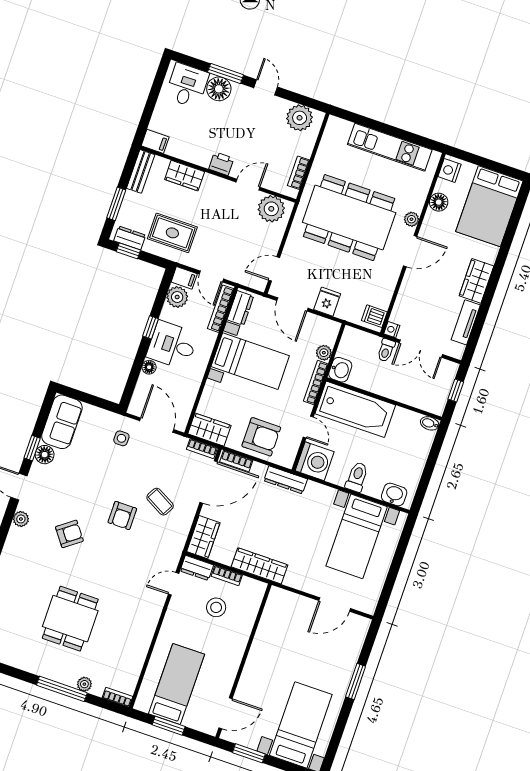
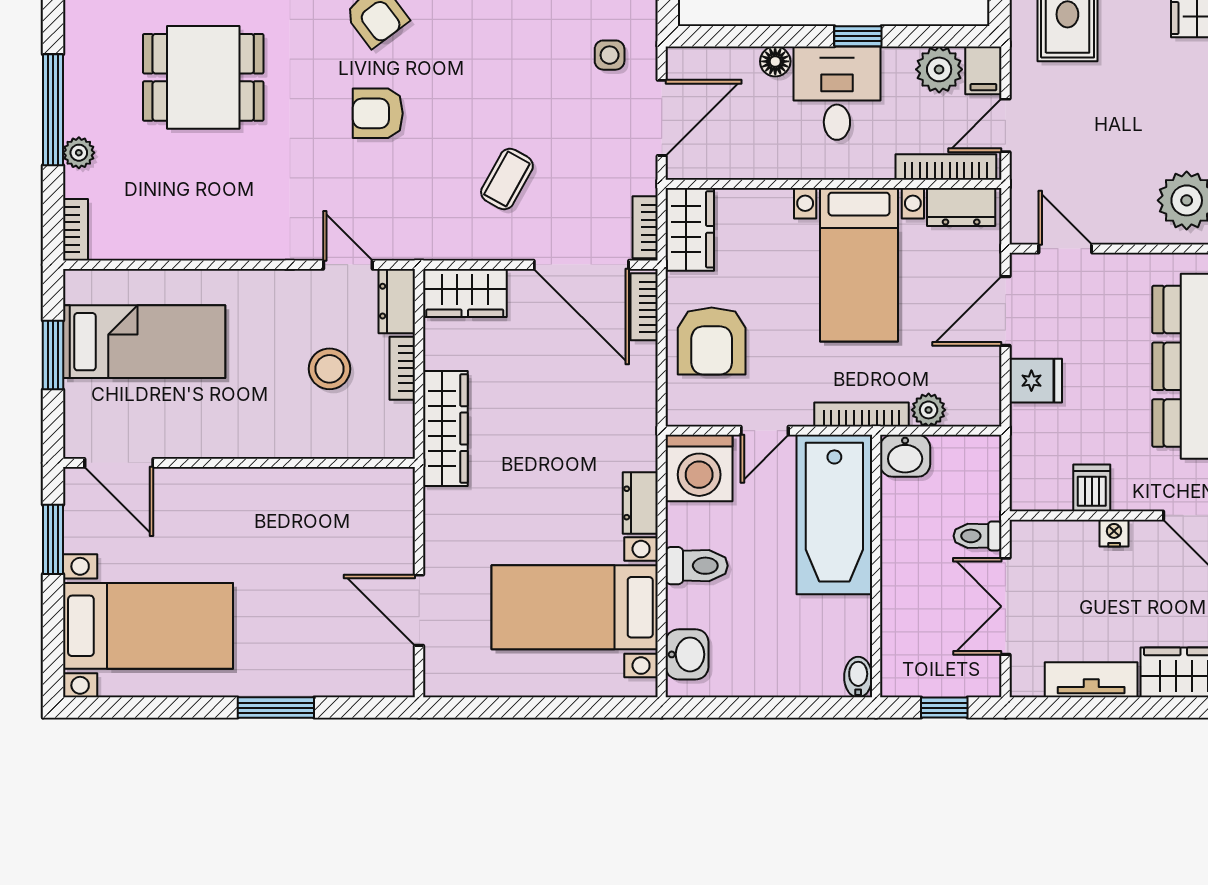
dishwasher: (374, 316) -> (1092, 488), moved
nightstand: (392, 330) -> (1114, 533), moved
dresser: (286, 480) -> (640, 503), moved, width x0.70
armchair: (122, 515) -> (378, 113), moved

